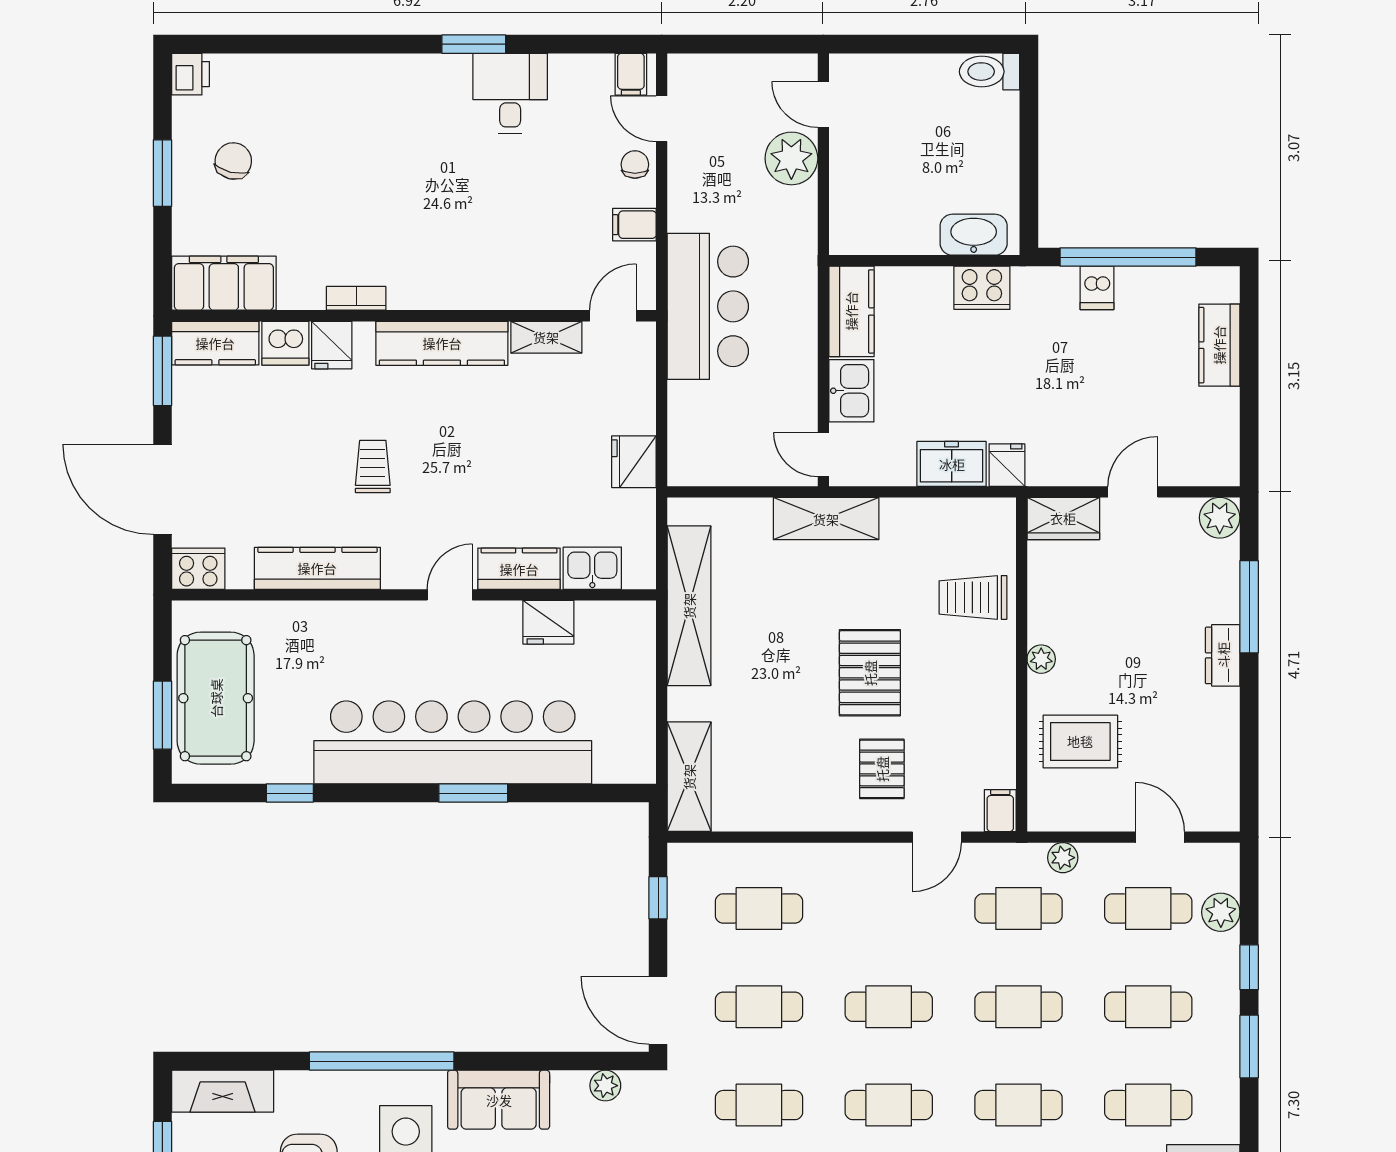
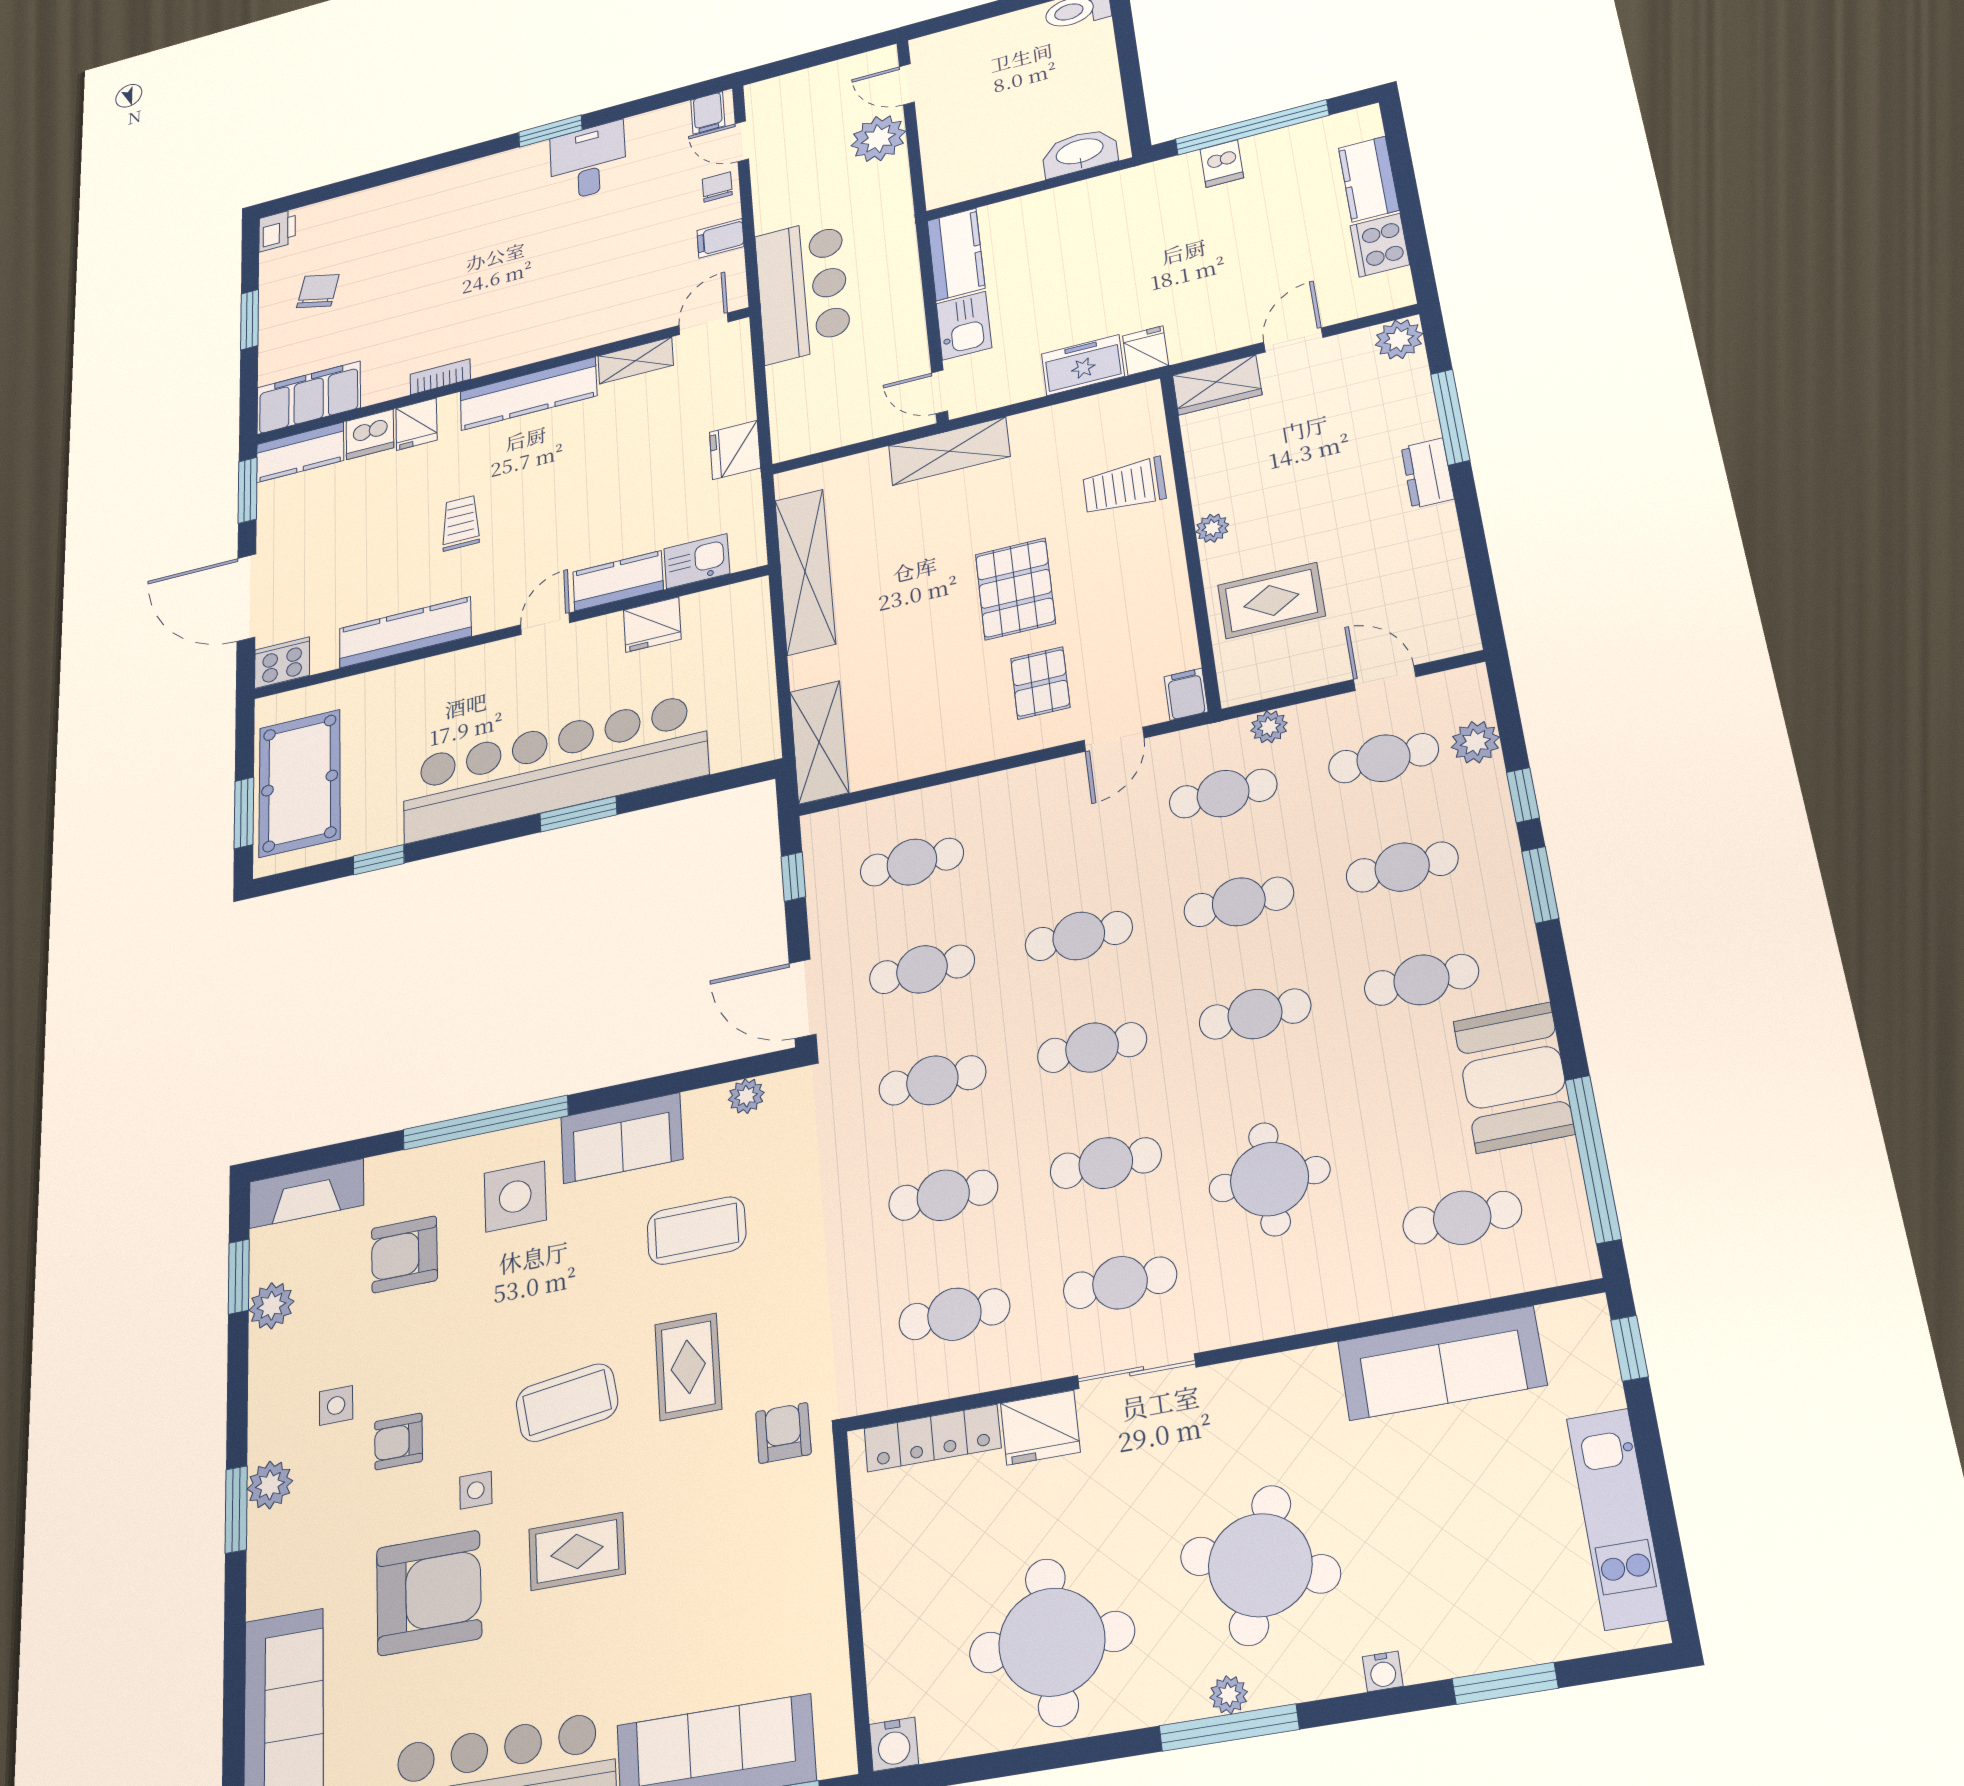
cooker: (982, 288) -> (1380, 245), moved, turned 90

